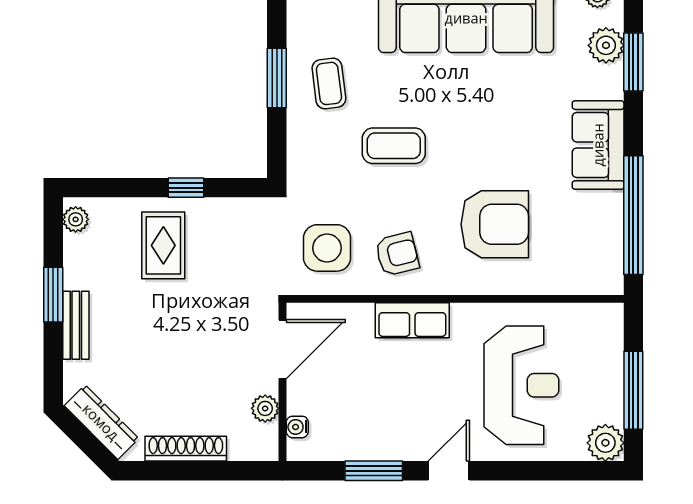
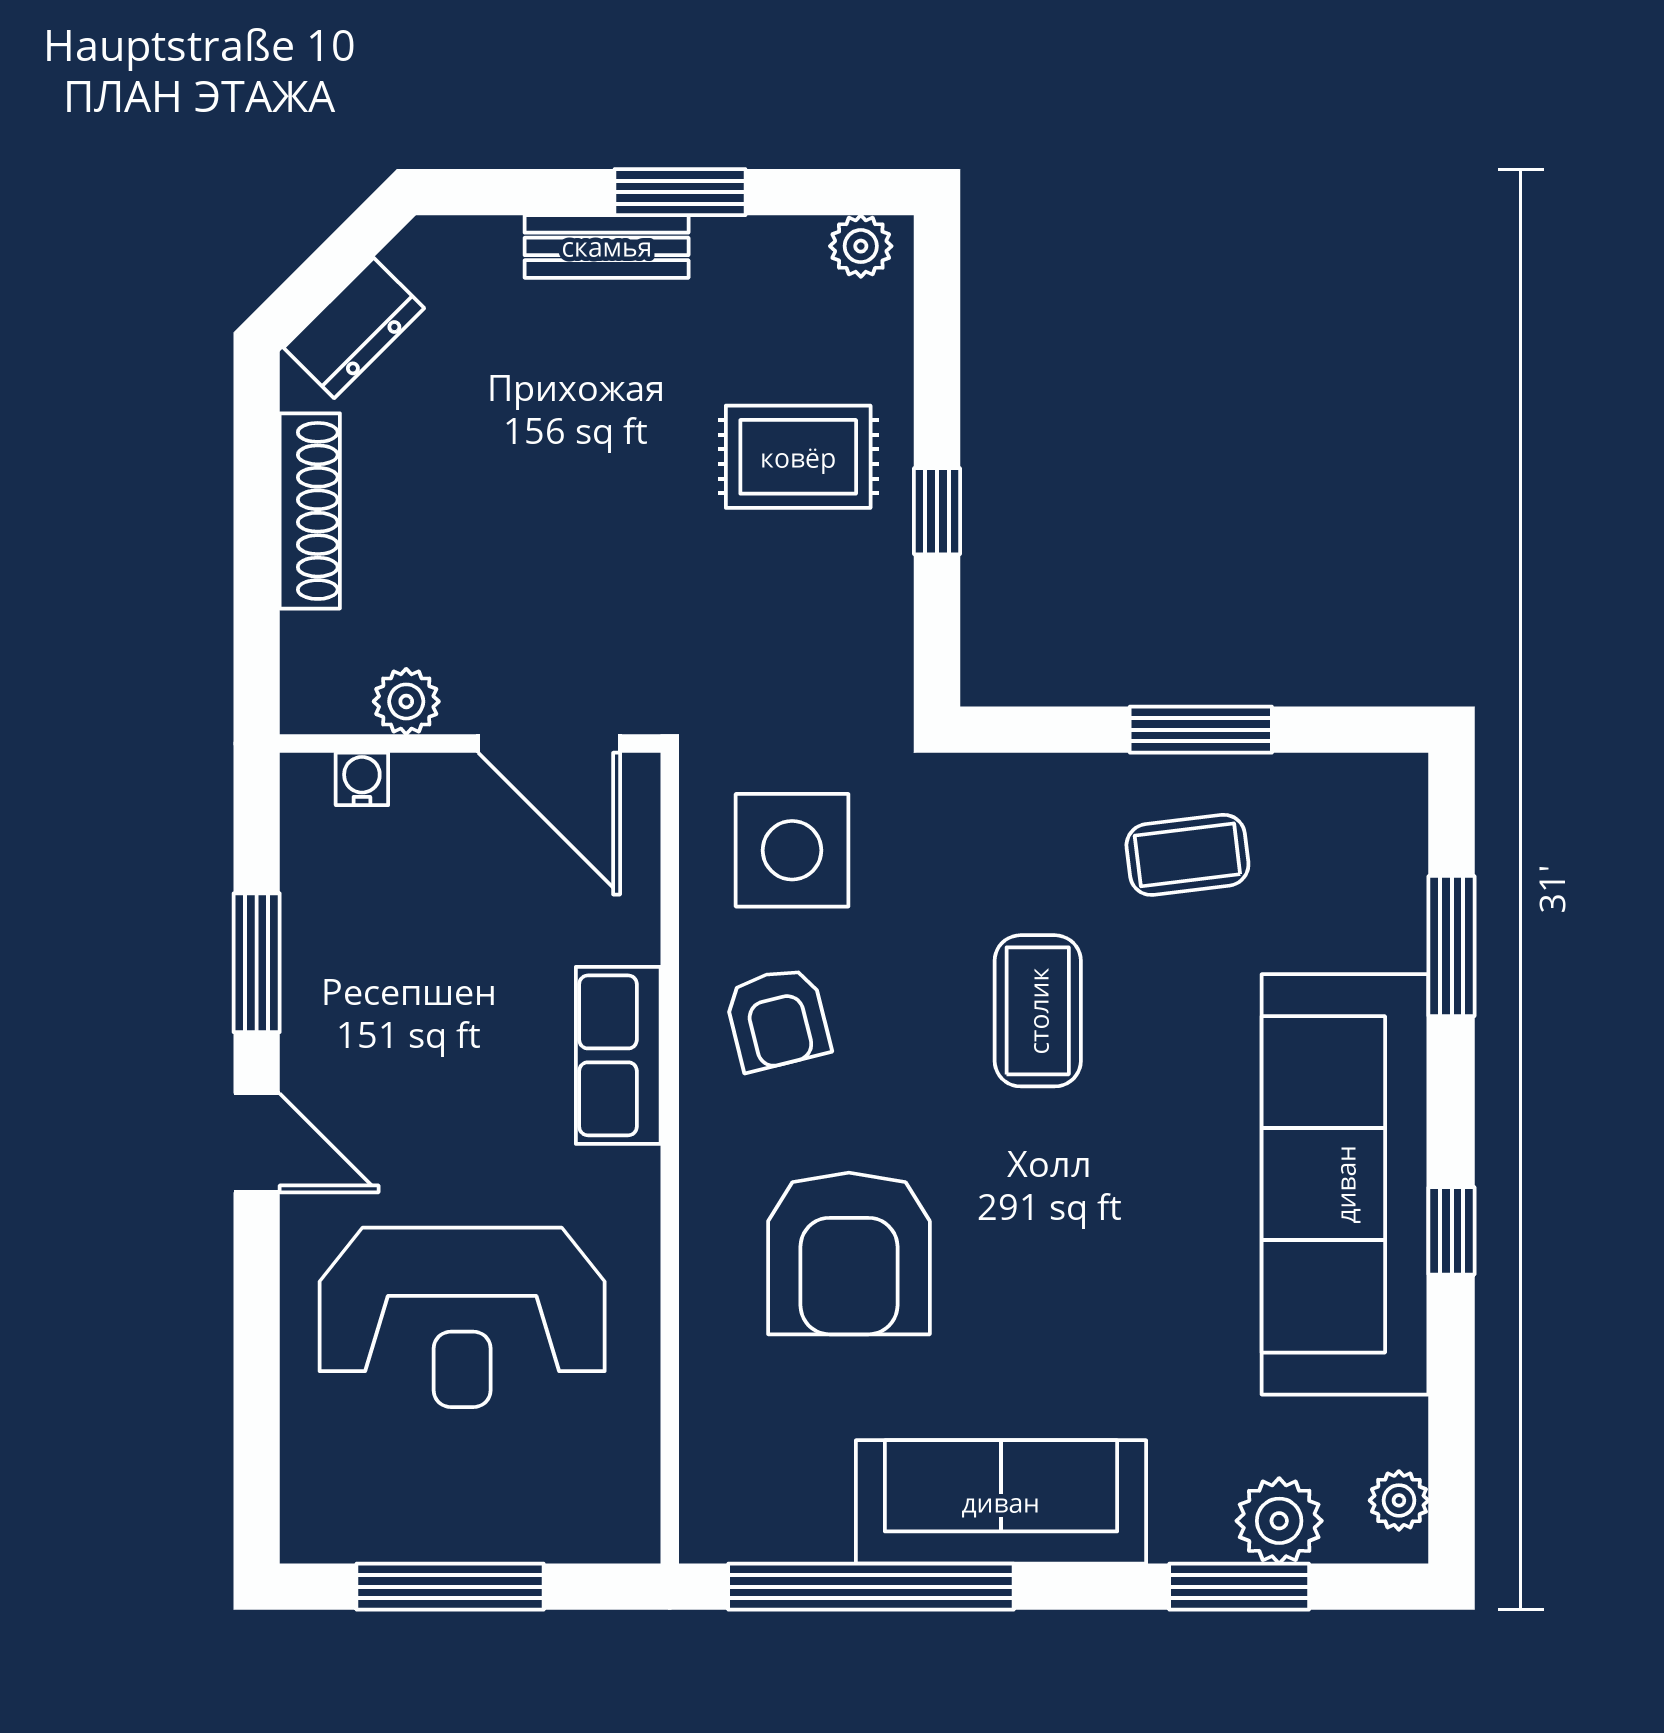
sofa: (598, 145) -> (1001, 1502), width x1.36
dresser: (101, 422) -> (354, 328), width x0.70
plant: (605, 443) -> (324, 1519), removed

